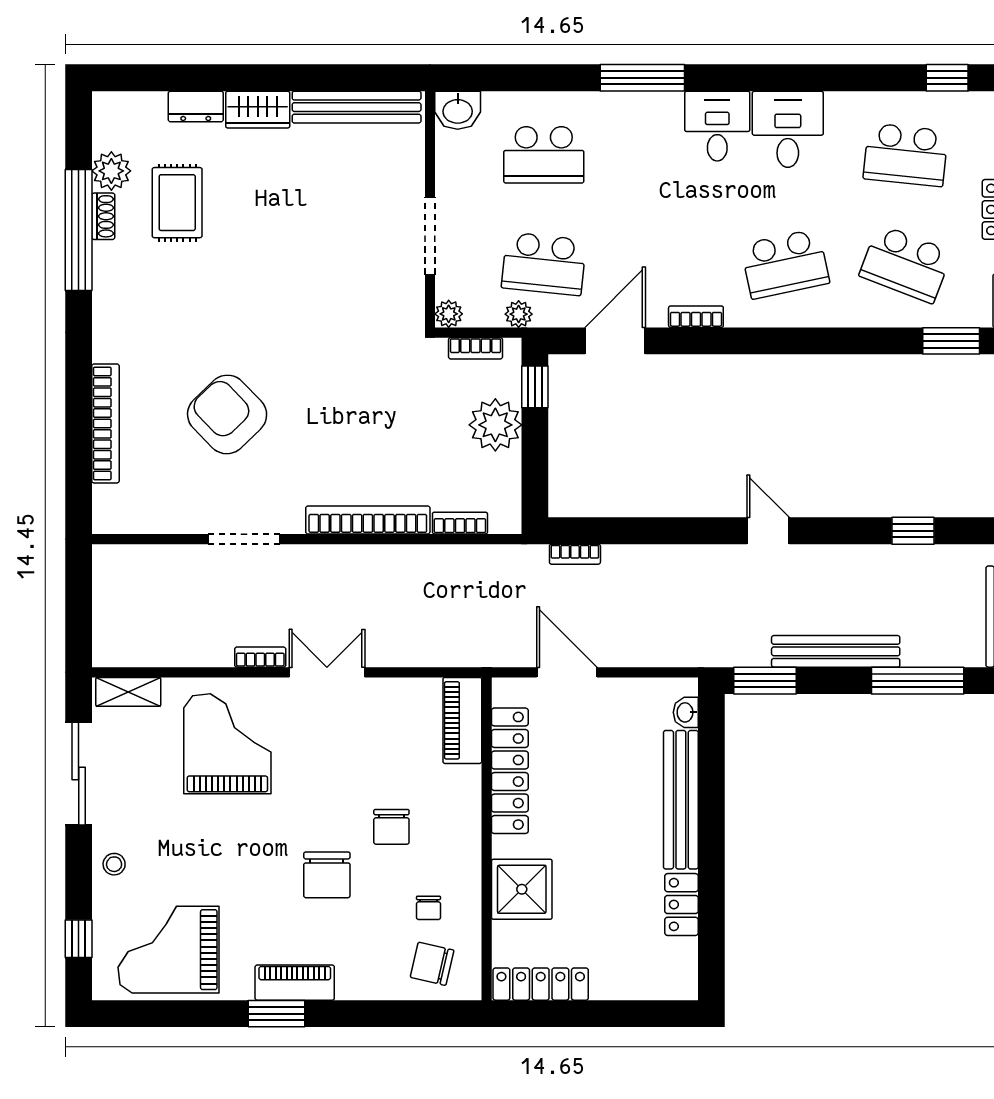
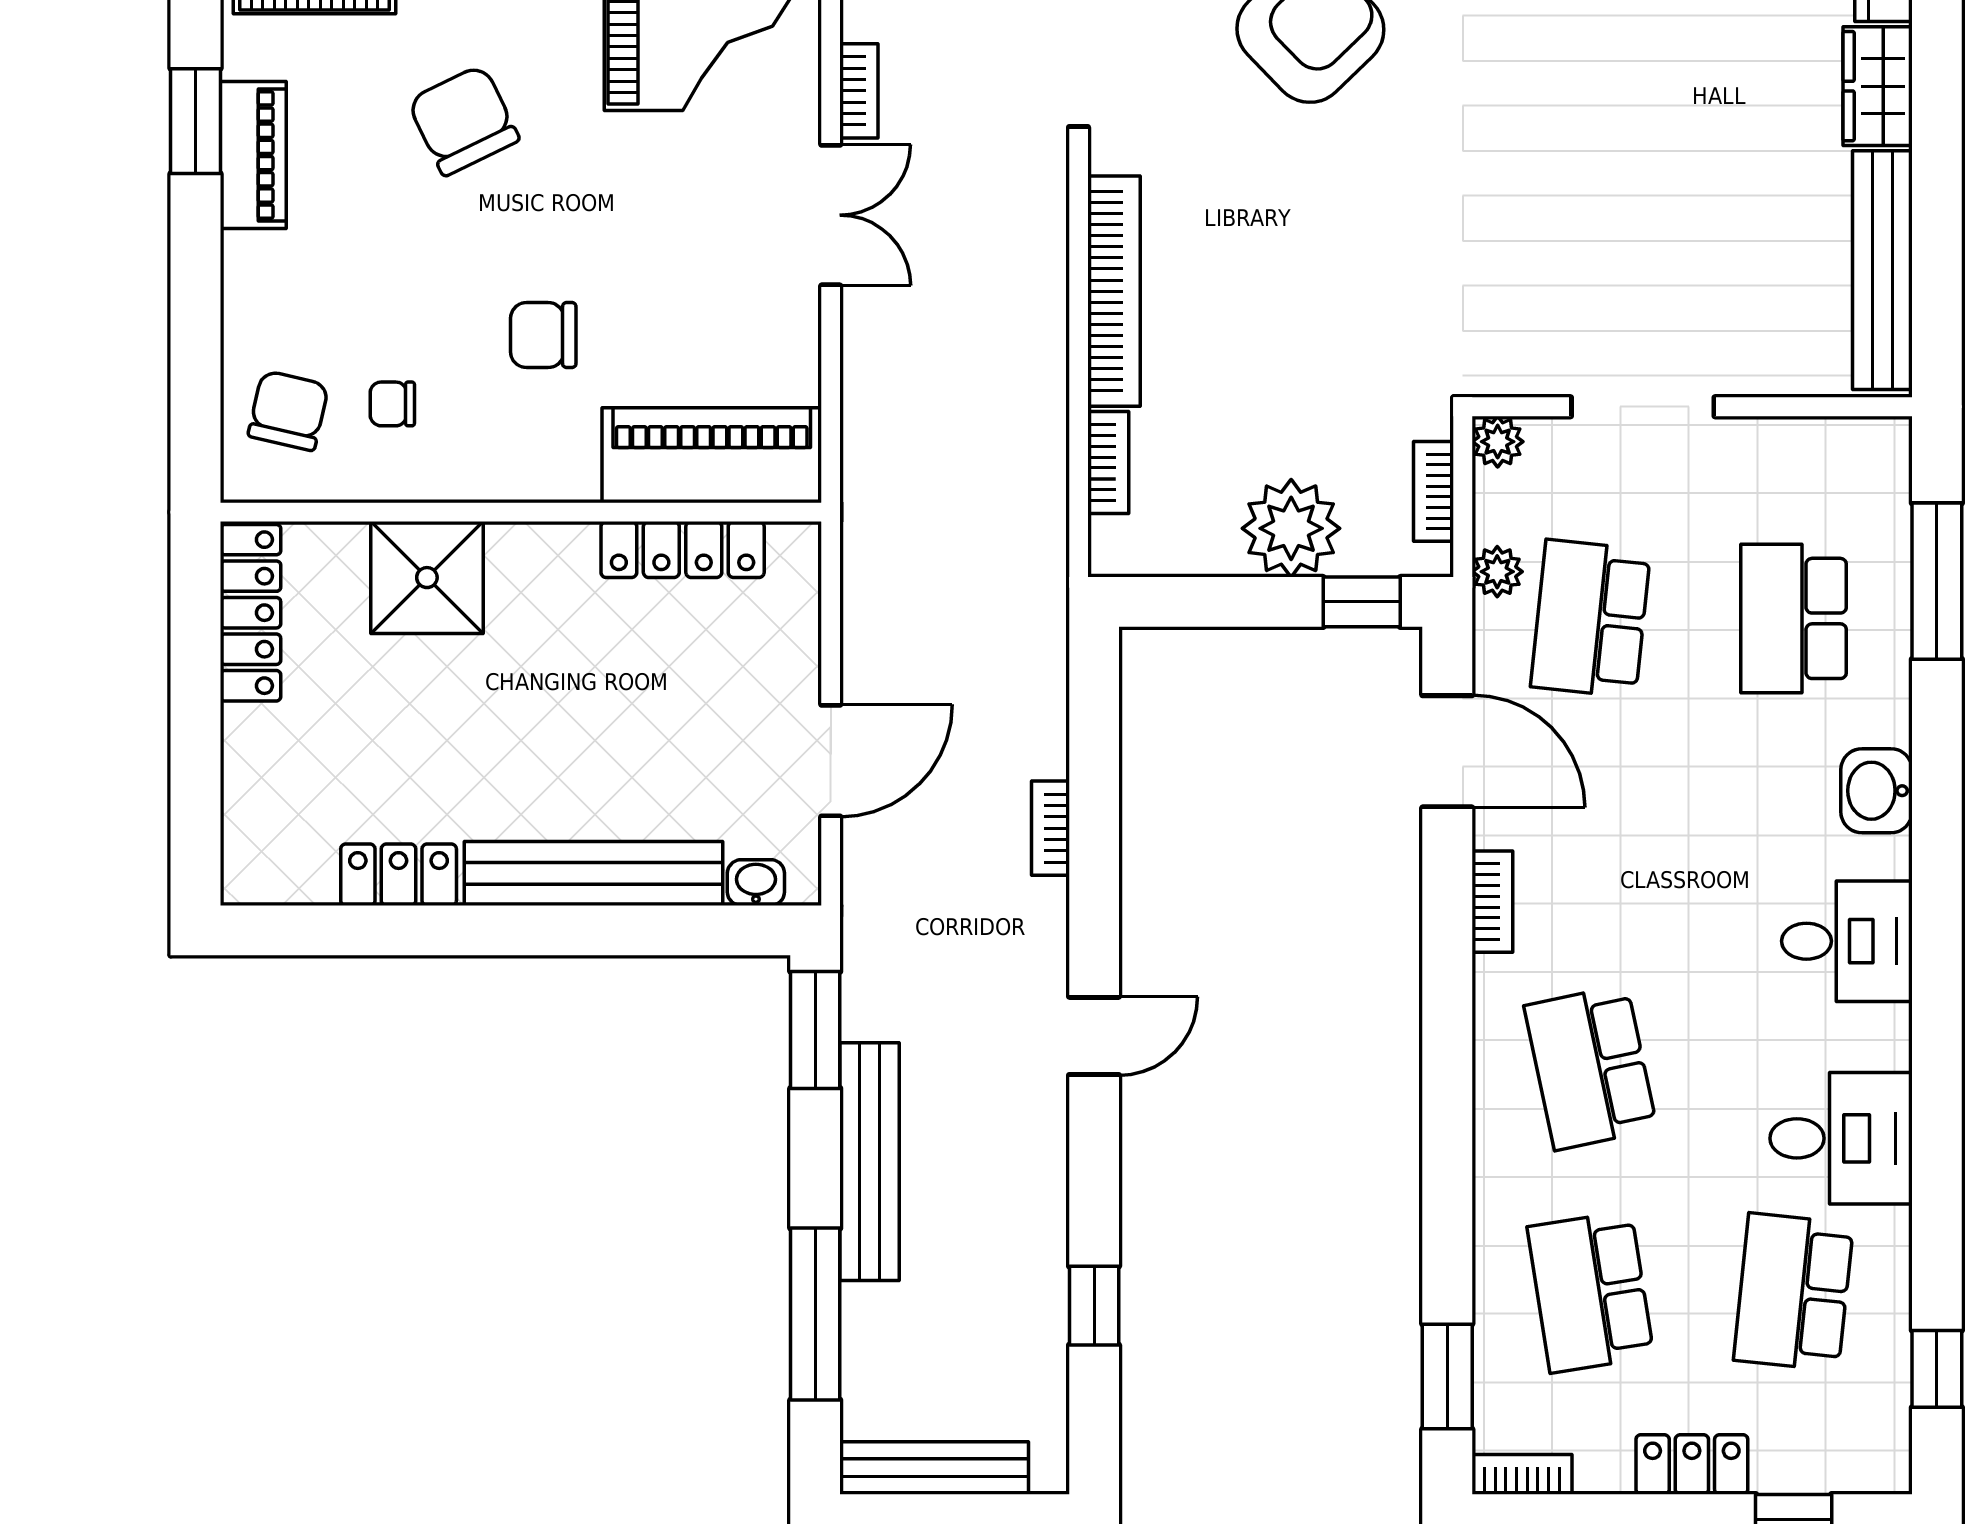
window: (642, 78) -> (1937, 581), moved
washbasin: (458, 110) -> (1876, 791), moved
desk: (788, 129) -> (1841, 1138), moved
school desk: (906, 264) -> (1591, 1292), turned -30
bookcase: (575, 554) -> (1050, 828), moved
door: (567, 672) -> (831, 761), moved
piano: (462, 720) -> (712, 455), width x1.37, depth x1.33
locker: (510, 771) -> (683, 549), width x0.71, depth x0.83
chair: (327, 875) -> (463, 120), moved, turned 64

